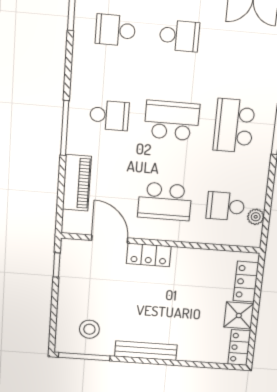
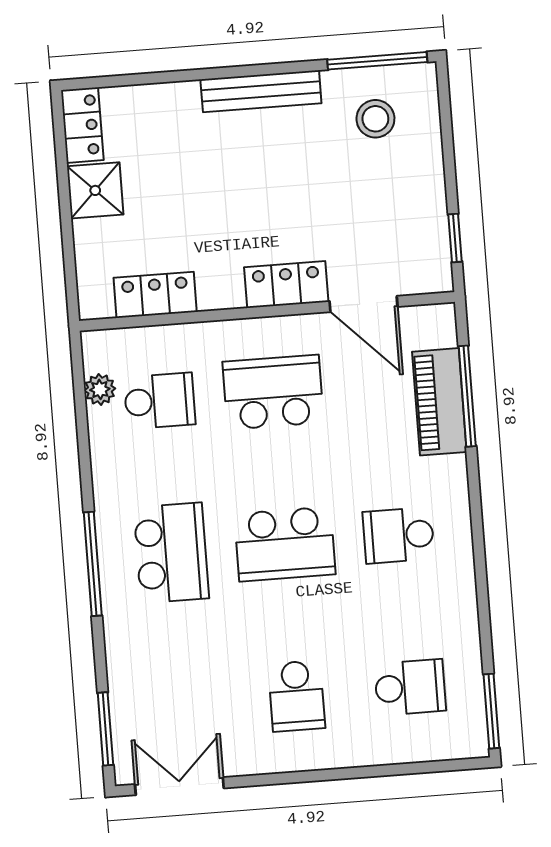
school desk: (179, 36) -> (297, 696), turned -90
window: (65, 128) -> (467, 396), moved
locker: (246, 282) -> (155, 295), moved, turned -90

